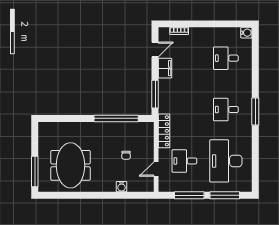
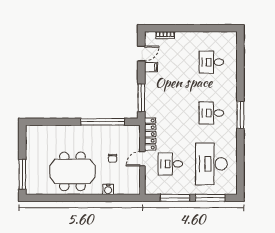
water cooler: (246, 33) -> (232, 37), removed
filing cabinet: (165, 68) -> (151, 67), width x0.50
meeting table: (71, 165) -> (72, 171), moved, turned 90
door: (156, 169) -> (142, 159), moved

